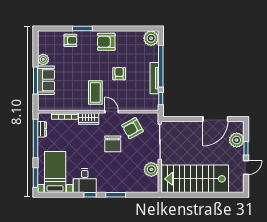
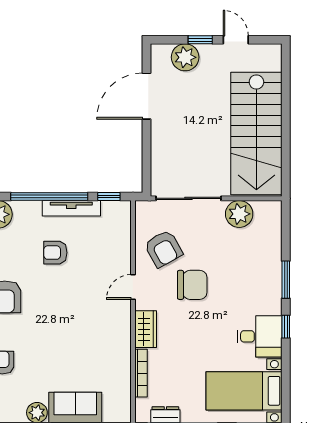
armchair: (119, 74) -> (55, 253), moved
coffee table: (95, 92) -> (98, 317), removed
door: (215, 119) -> (147, 96), swing flipped

